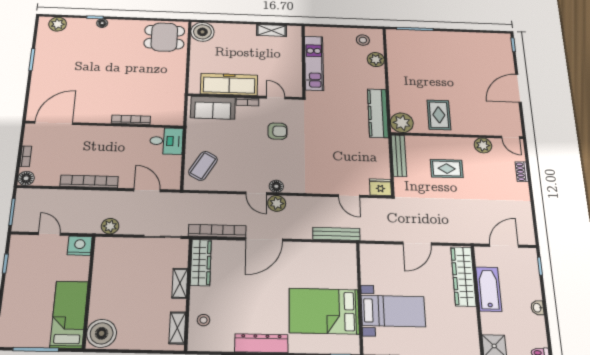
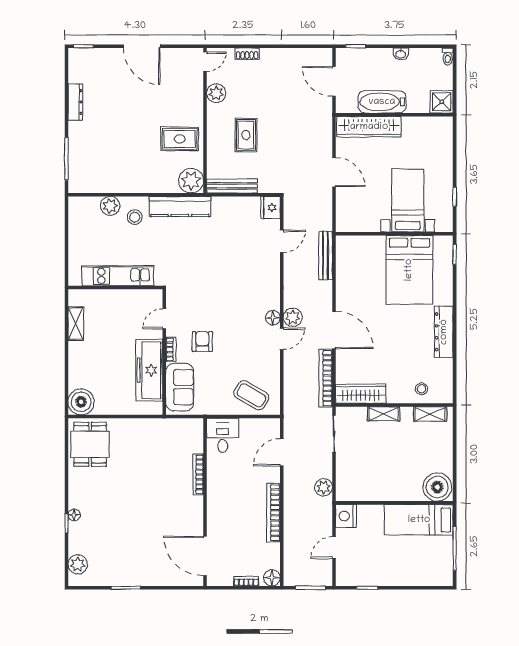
dresser: (465, 37) -> (75, 102), added
stool: (363, 40) -> (135, 217), moved
armchair: (277, 131) -> (202, 341), moved

